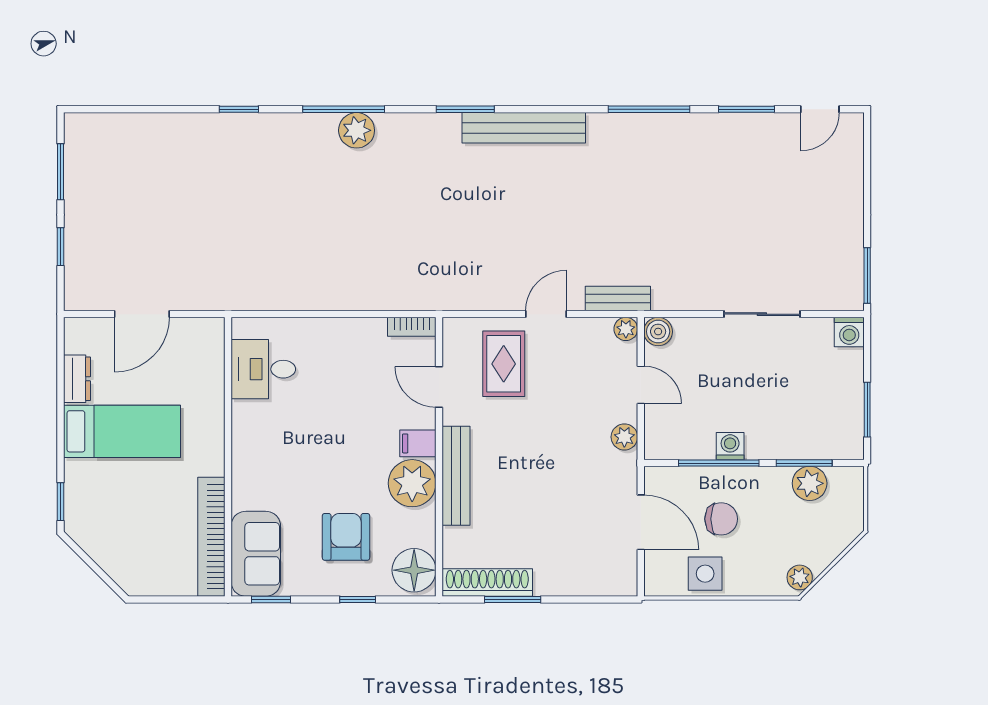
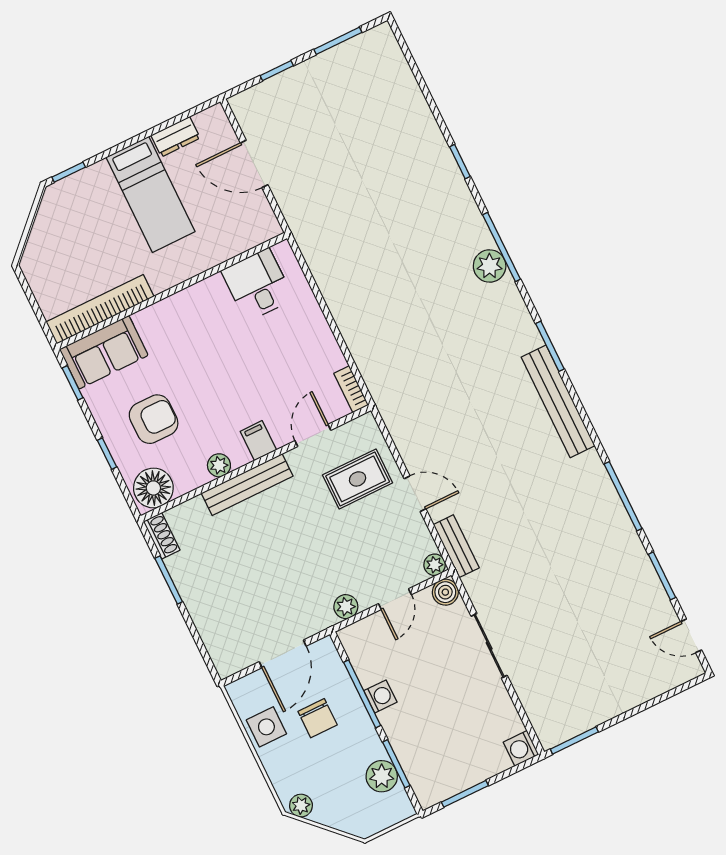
sliding door: (762, 314) -> (489, 646), moved
plant: (412, 483) -> (219, 465), width x0.53, depth x0.53
shoe rack: (487, 582) -> (162, 536), width x0.51, depth x0.81

